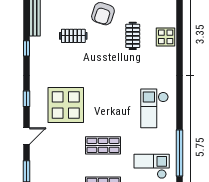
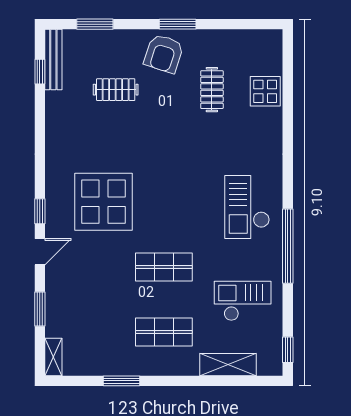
window: (27, 48) -> (40, 72), moved
window: (27, 99) -> (40, 211), moved
window: (179, 153) -> (288, 246), moved

